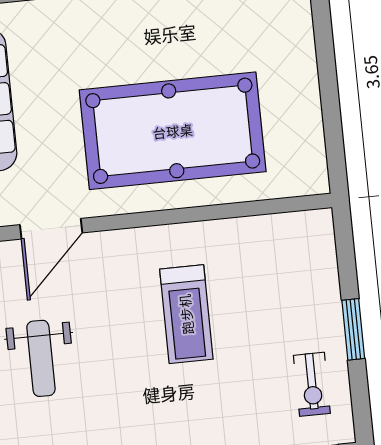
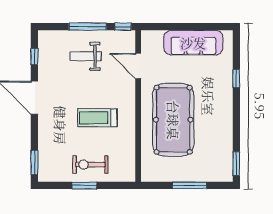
window: (327, 75) -> (189, 185), added
exercise bike: (312, 384) -> (90, 165), moved, width x1.38, depth x1.39

